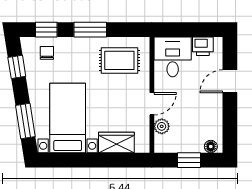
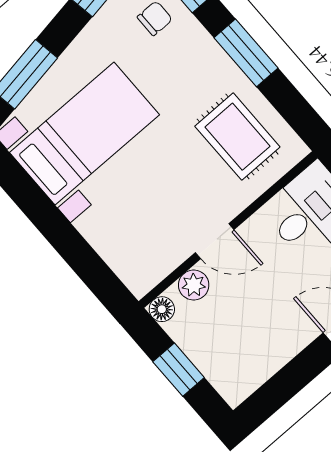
wardrobe: (116, 143) -> (111, 238), removed
floor lamp: (211, 147) -> (162, 309), moved

